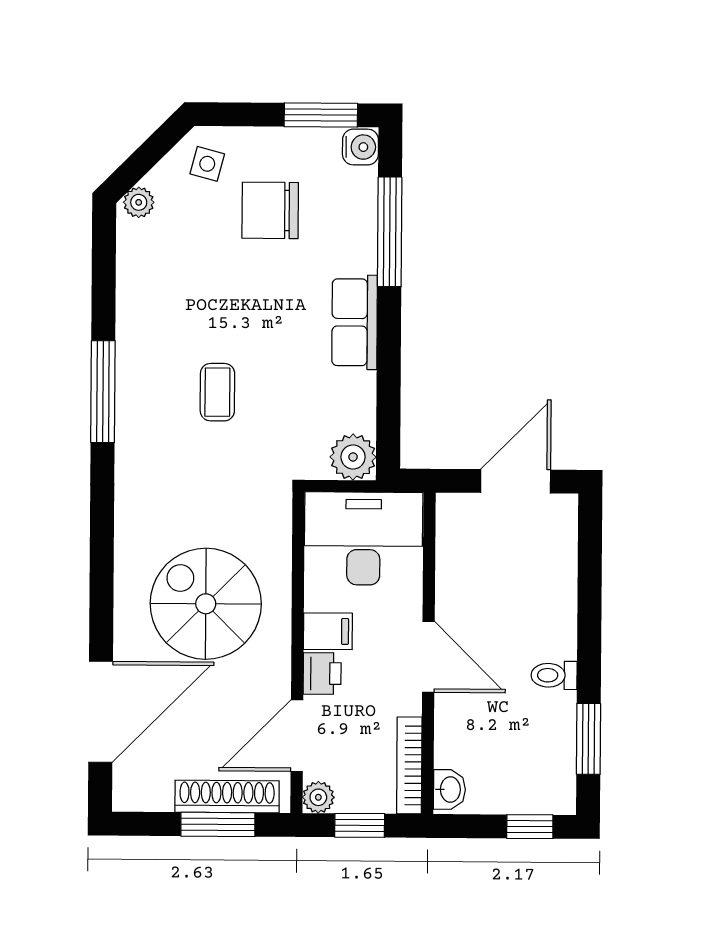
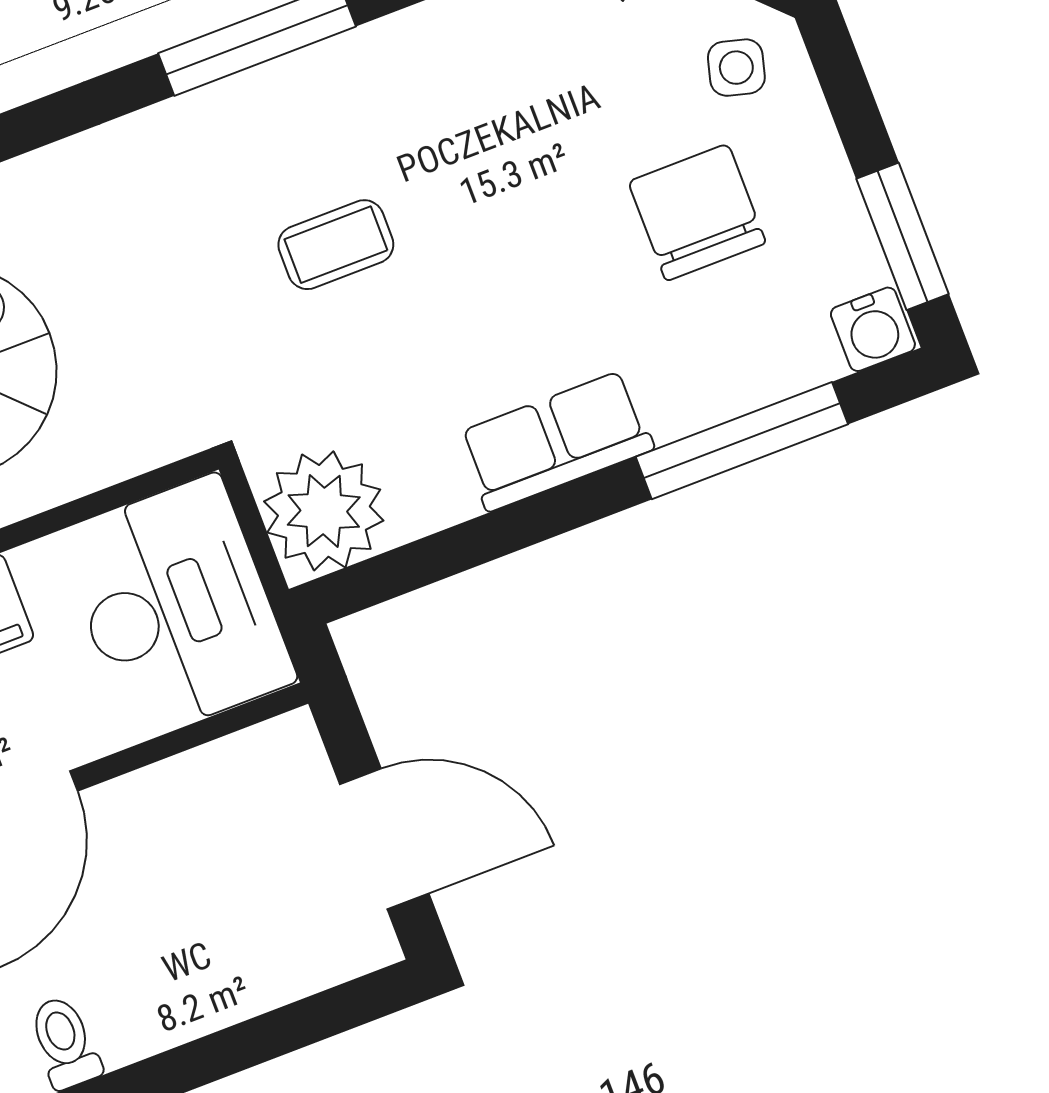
plant: (353, 457) -> (324, 511), width x1.36, depth x1.36

